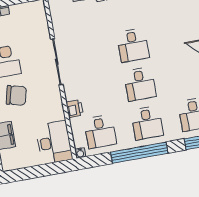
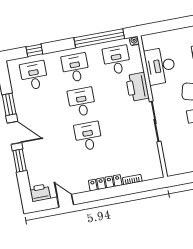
printer: (75, 109) -> (137, 87), width x1.87, depth x1.48
desk: (54, 142) -> (160, 66), moved
window: (139, 153) -> (99, 38), moved

